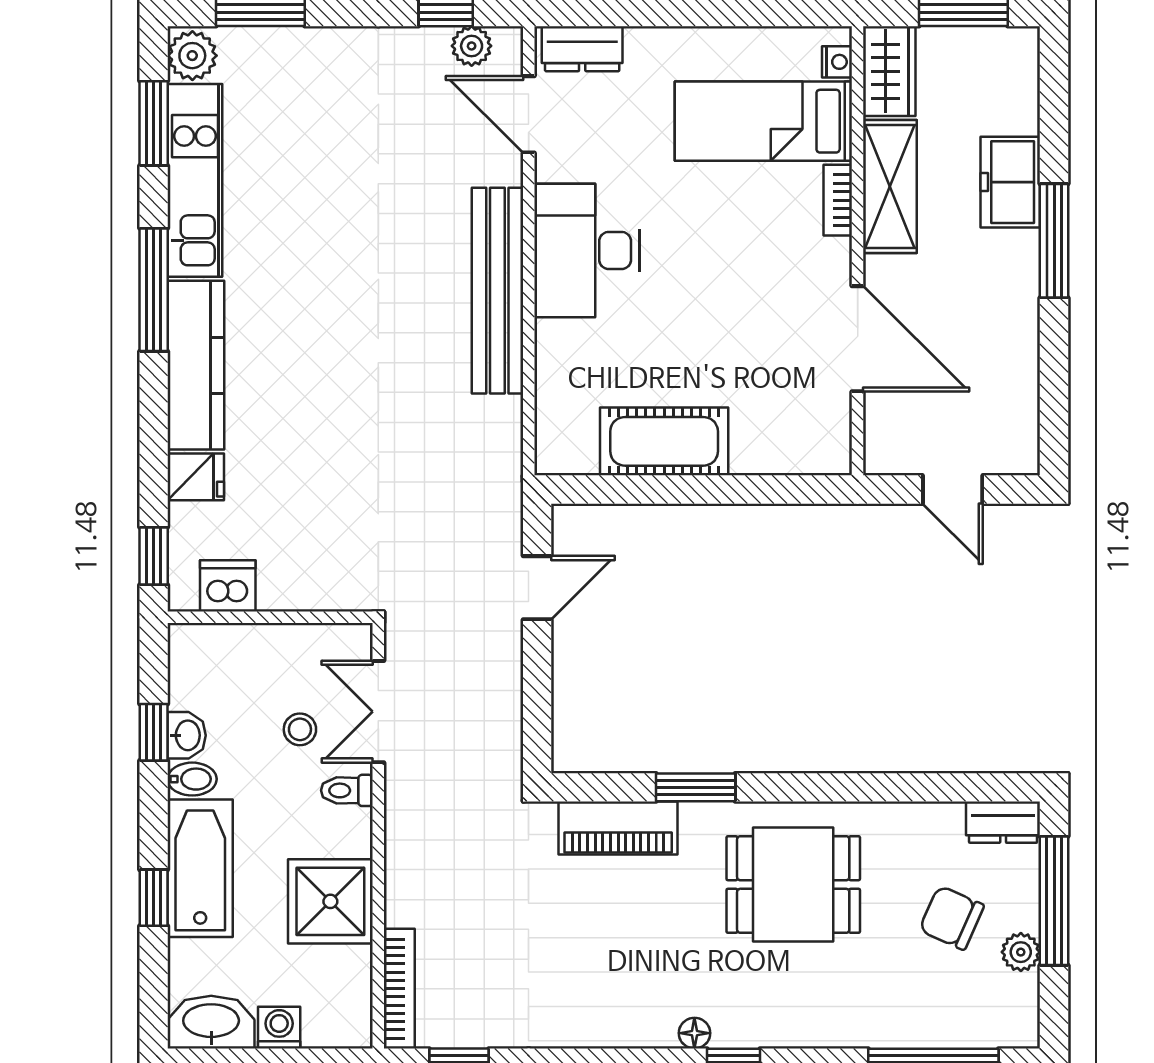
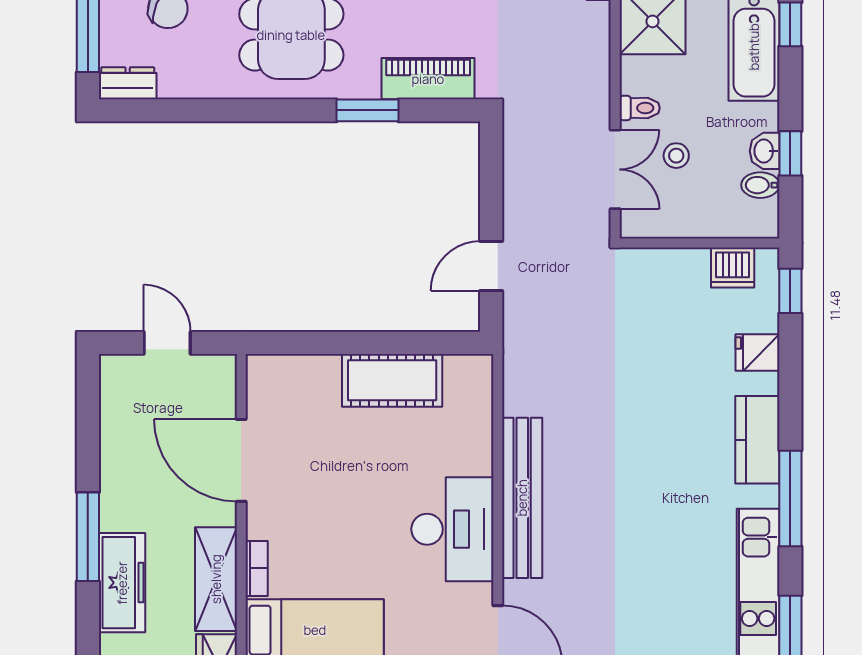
freezer: (1010, 182) -> (122, 583), width x1.40
kitchen counter: (196, 365) -> (757, 440), width x0.67
bidet: (192, 779) -> (760, 185), moved

